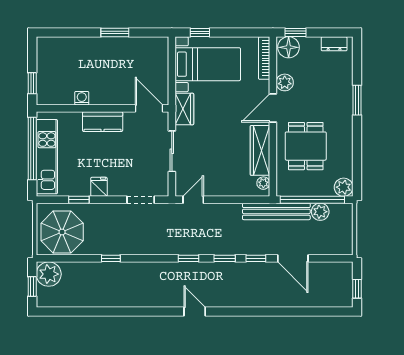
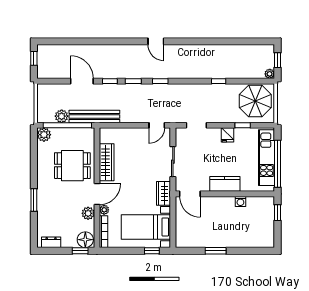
dining table: (306, 146) -> (72, 166), turned 90
plant: (263, 183) -> (104, 210), moved
plant: (49, 274) -> (270, 74), width x0.53, depth x0.53

